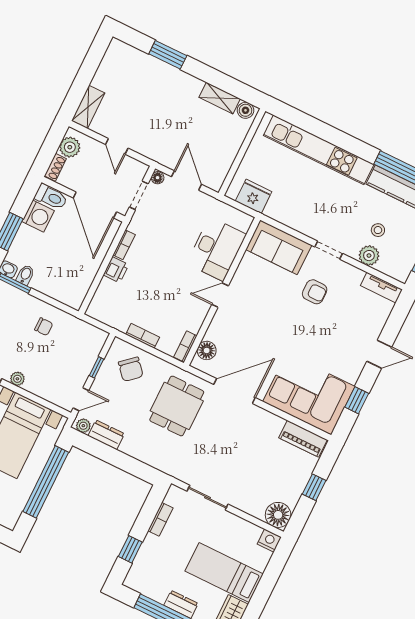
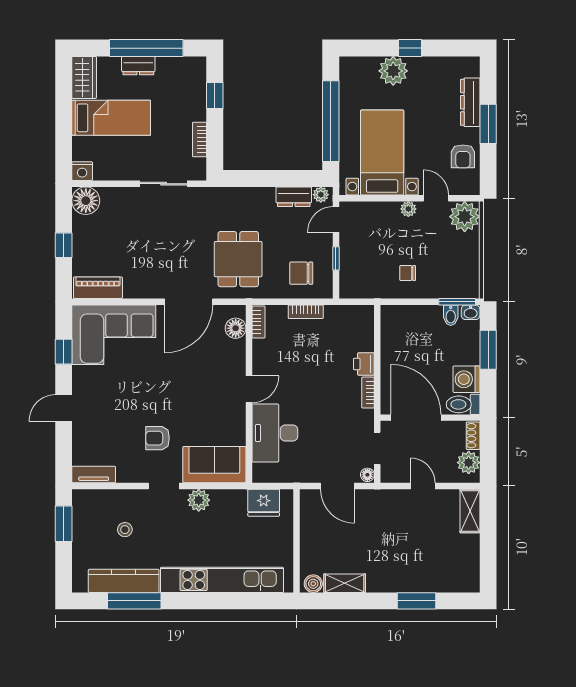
plant: (369, 256) -> (199, 500), moved
chair: (131, 369) -> (301, 273), turned -49

